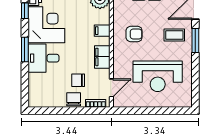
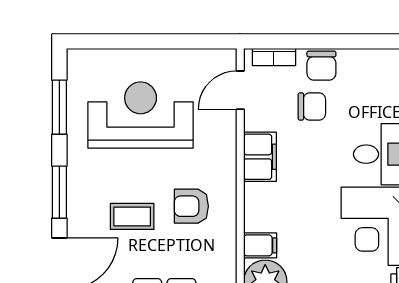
filing cabinet: (102, 31) -> (260, 245), moved
coffee table: (174, 35) -> (132, 216), moved
window: (195, 80) -> (59, 107), added

